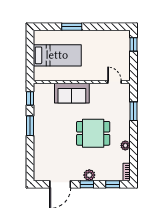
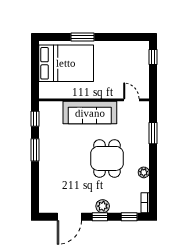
bed: (57, 55) -> (66, 63), width x1.50
sofa: (72, 93) -> (90, 113), width x1.36
dining table: (93, 133) -> (107, 158), turned 90

